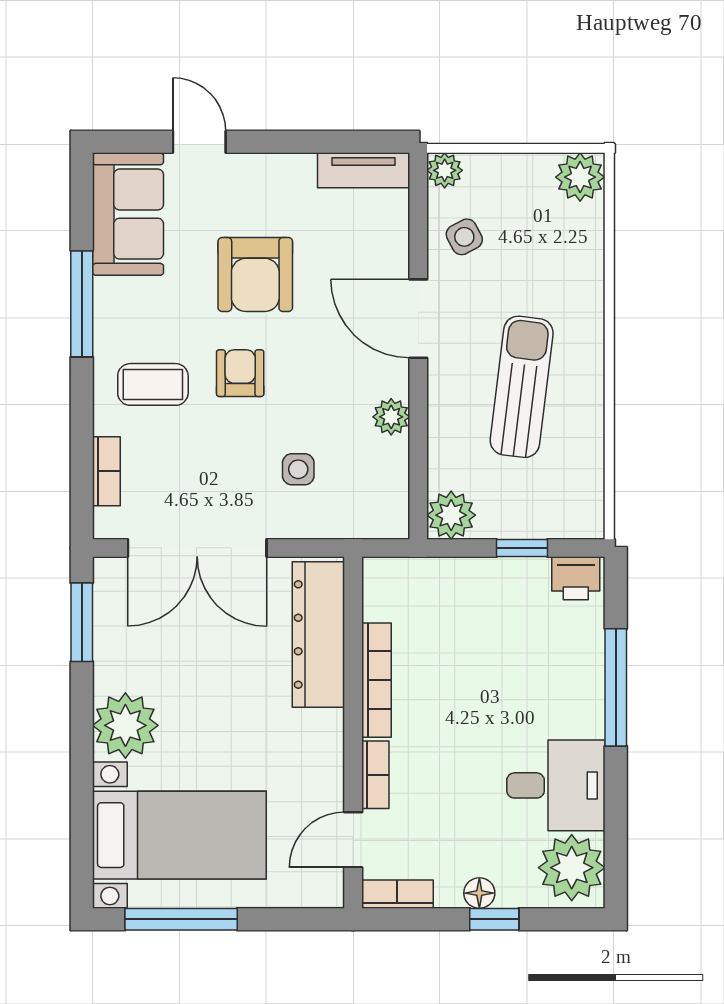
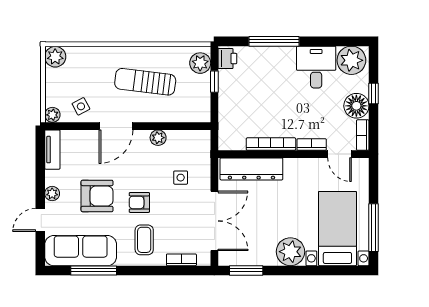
plant: (261, 170) -> (52, 194), added
sofa: (128, 214) -> (81, 251), width x1.36
window: (82, 304) -> (94, 270), moved
plant: (451, 515) -> (200, 63), moved
floor lamp: (479, 893) -> (356, 106), width x1.89, depth x1.89

